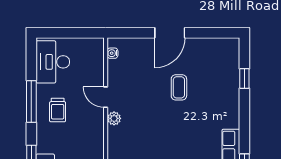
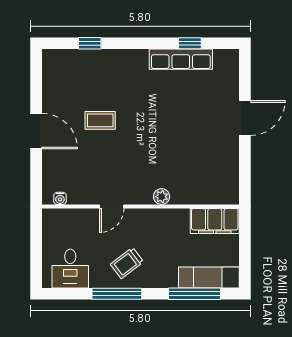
desk: (53, 62) -> (70, 269), width x0.73
trolley: (58, 110) -> (127, 263), turned 143
plant: (114, 118) -> (162, 197), moved

